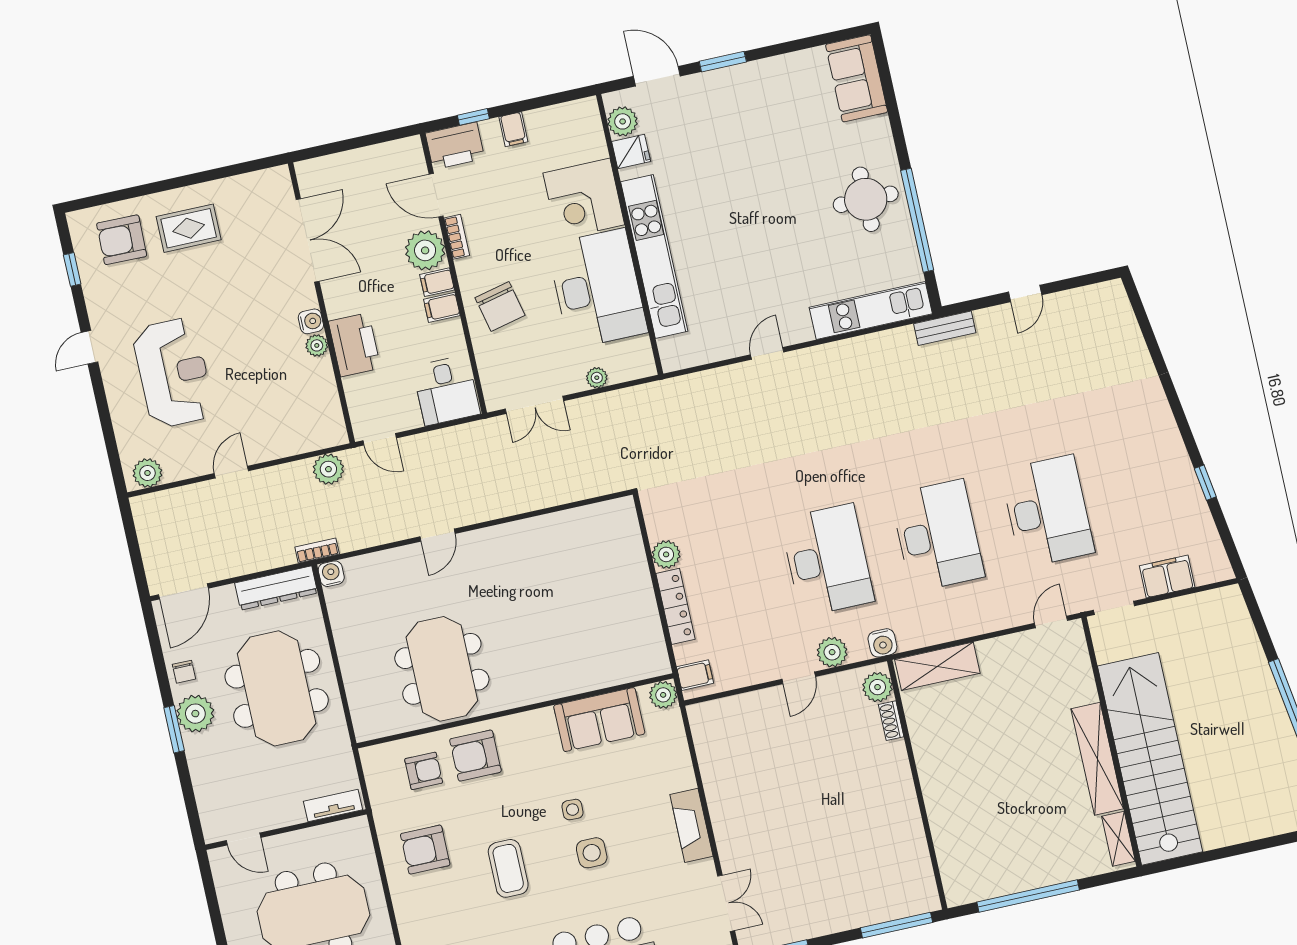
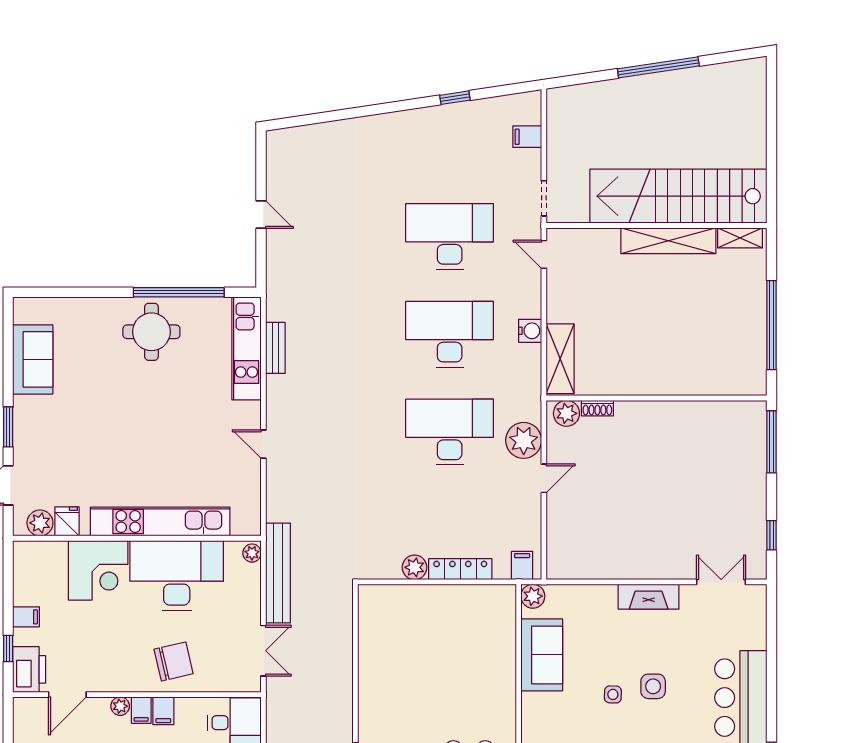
sofa: (857, 78) -> (33, 359), moved, turned -90
bookcase: (457, 237) -> (106, 685), removed
plant: (425, 250) -> (120, 706), width x0.53, depth x0.53
bench: (945, 328) -> (275, 348), moved
plant: (597, 378) -> (252, 553), moved
bench: (626, 402) -> (278, 573), added
filing cabinet: (1167, 576) -> (527, 137), width x0.50
water cooler: (882, 643) -> (530, 331), moved
plant: (832, 652) -> (524, 440), width x1.36, depth x1.36
door: (799, 678) -> (544, 478), hinge flipped

